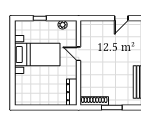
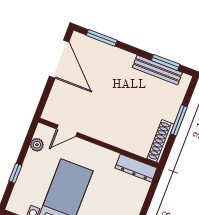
door: (121, 18) -> (59, 59), width x1.88
door: (79, 54) -> (67, 131), moved

